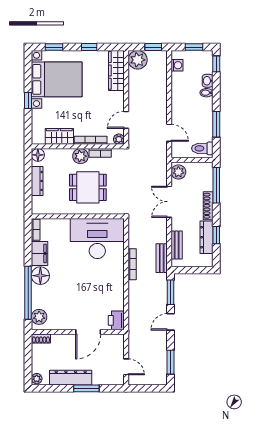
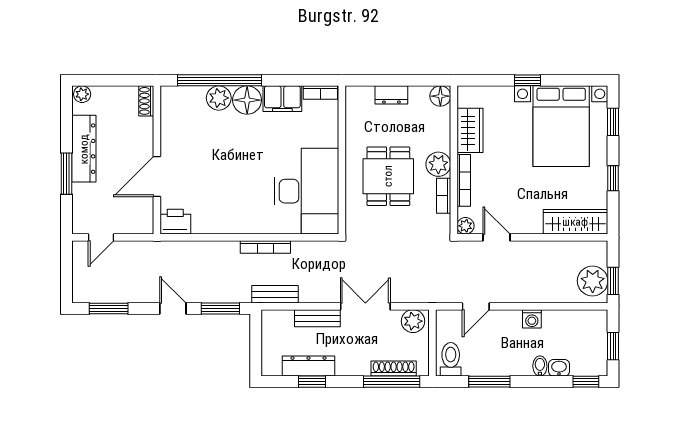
plant: (138, 60) -> (593, 281), moved
washing machine: (177, 65) -> (532, 319), moved
dresser: (37, 181) -> (391, 95), width x0.70
shoe rack: (208, 206) -> (394, 369), moved
bench: (177, 245) -> (317, 318), moved
plant: (39, 317) -> (219, 98), moved
door: (88, 332) -> (157, 177), hinge flipped

